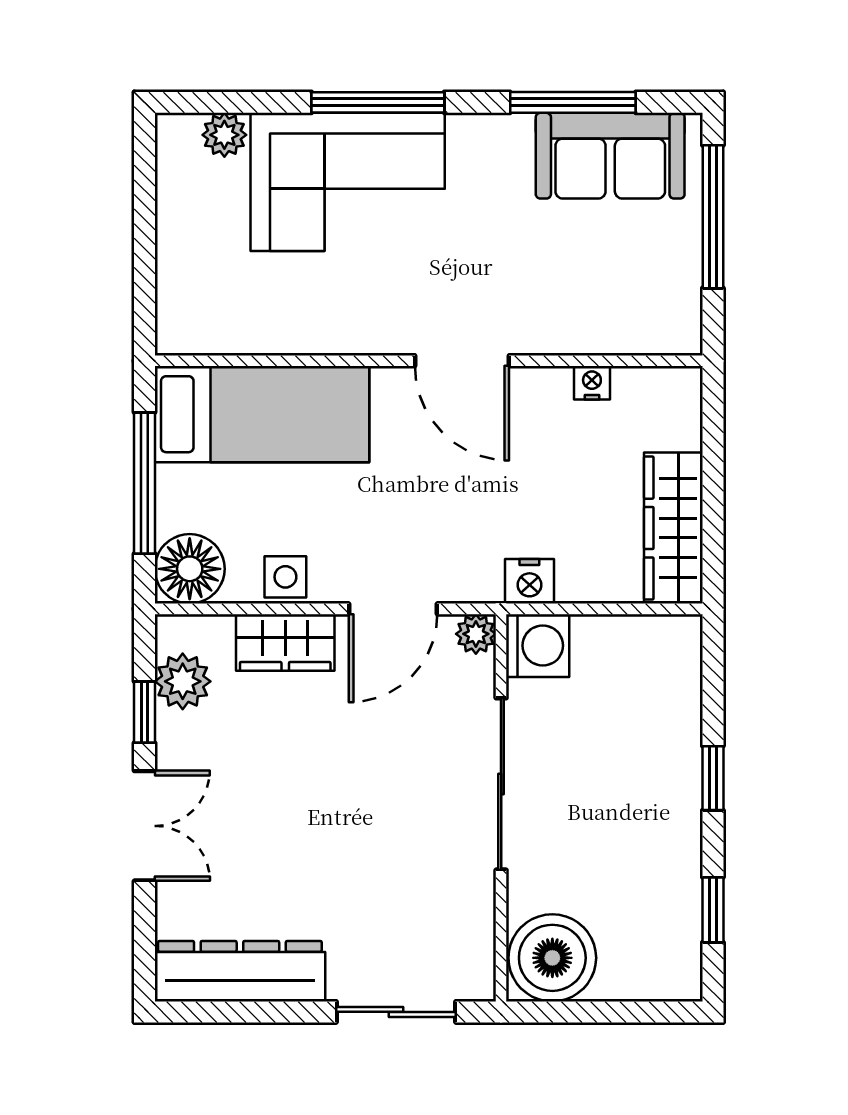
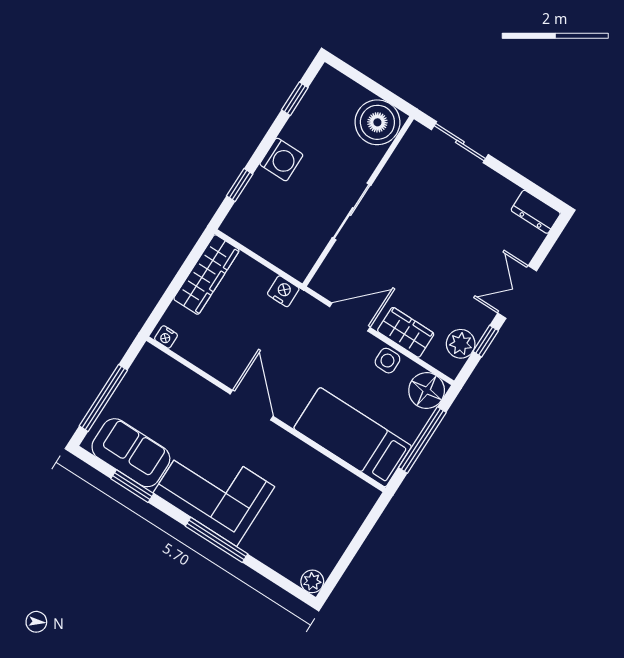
window: (573, 102) -> (132, 486), width x0.69
plant: (224, 135) -> (312, 581), moved
corner sofa: (348, 182) -> (214, 490), moved
nightstand: (592, 383) -> (166, 337), moved
plant: (476, 634) -> (321, 283), removed
washing machine: (538, 646) -> (281, 160), moved, turned 180
window: (713, 778) -> (240, 185), moved
sliding door: (501, 784) -> (352, 212), width x0.73
dresser: (240, 971) -> (536, 212), width x0.51, depth x0.80

